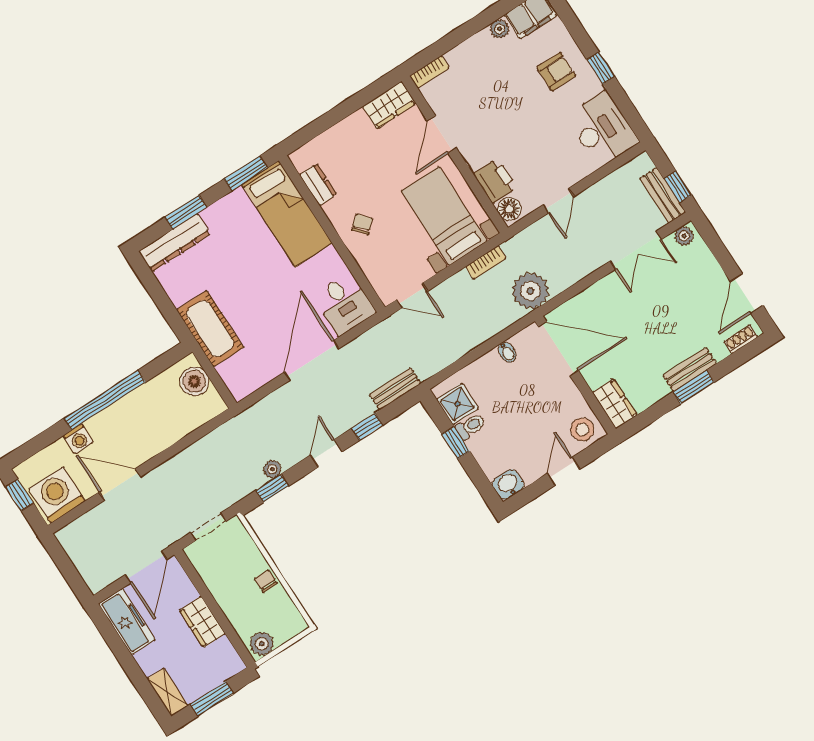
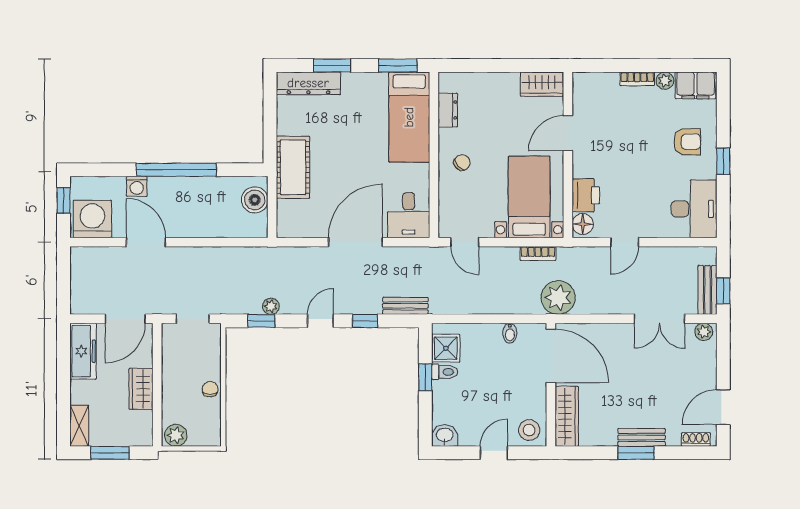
bookcase: (429, 72) -> (637, 79), moved
wardrobe: (615, 404) -> (567, 416), width x1.50

